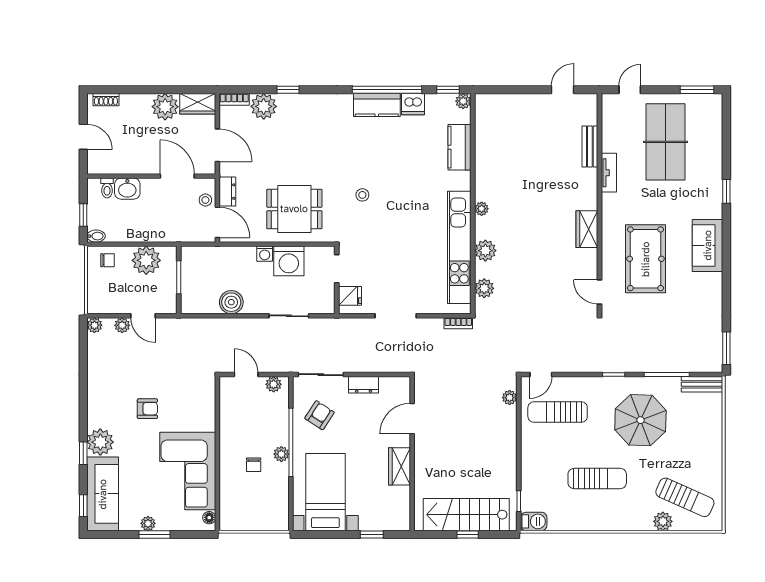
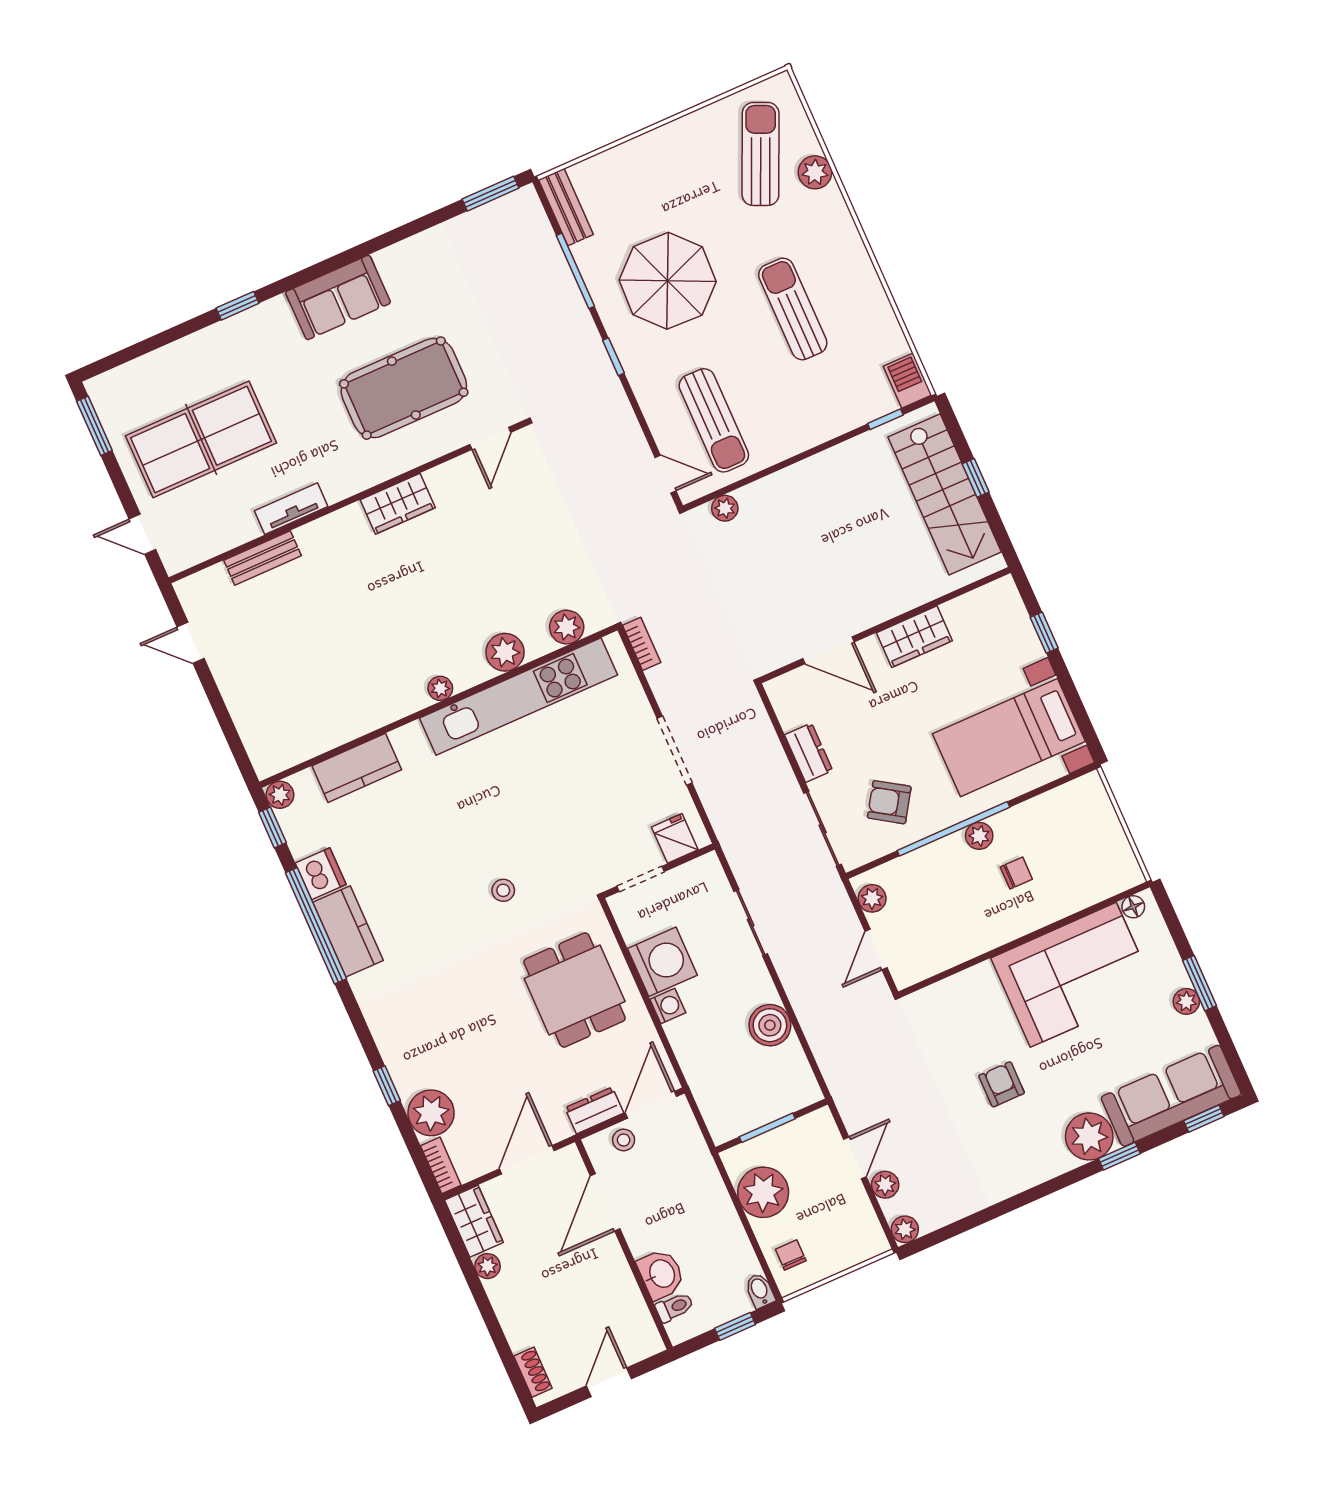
plant: (165, 107) -> (488, 1266), width x0.53, depth x0.53

